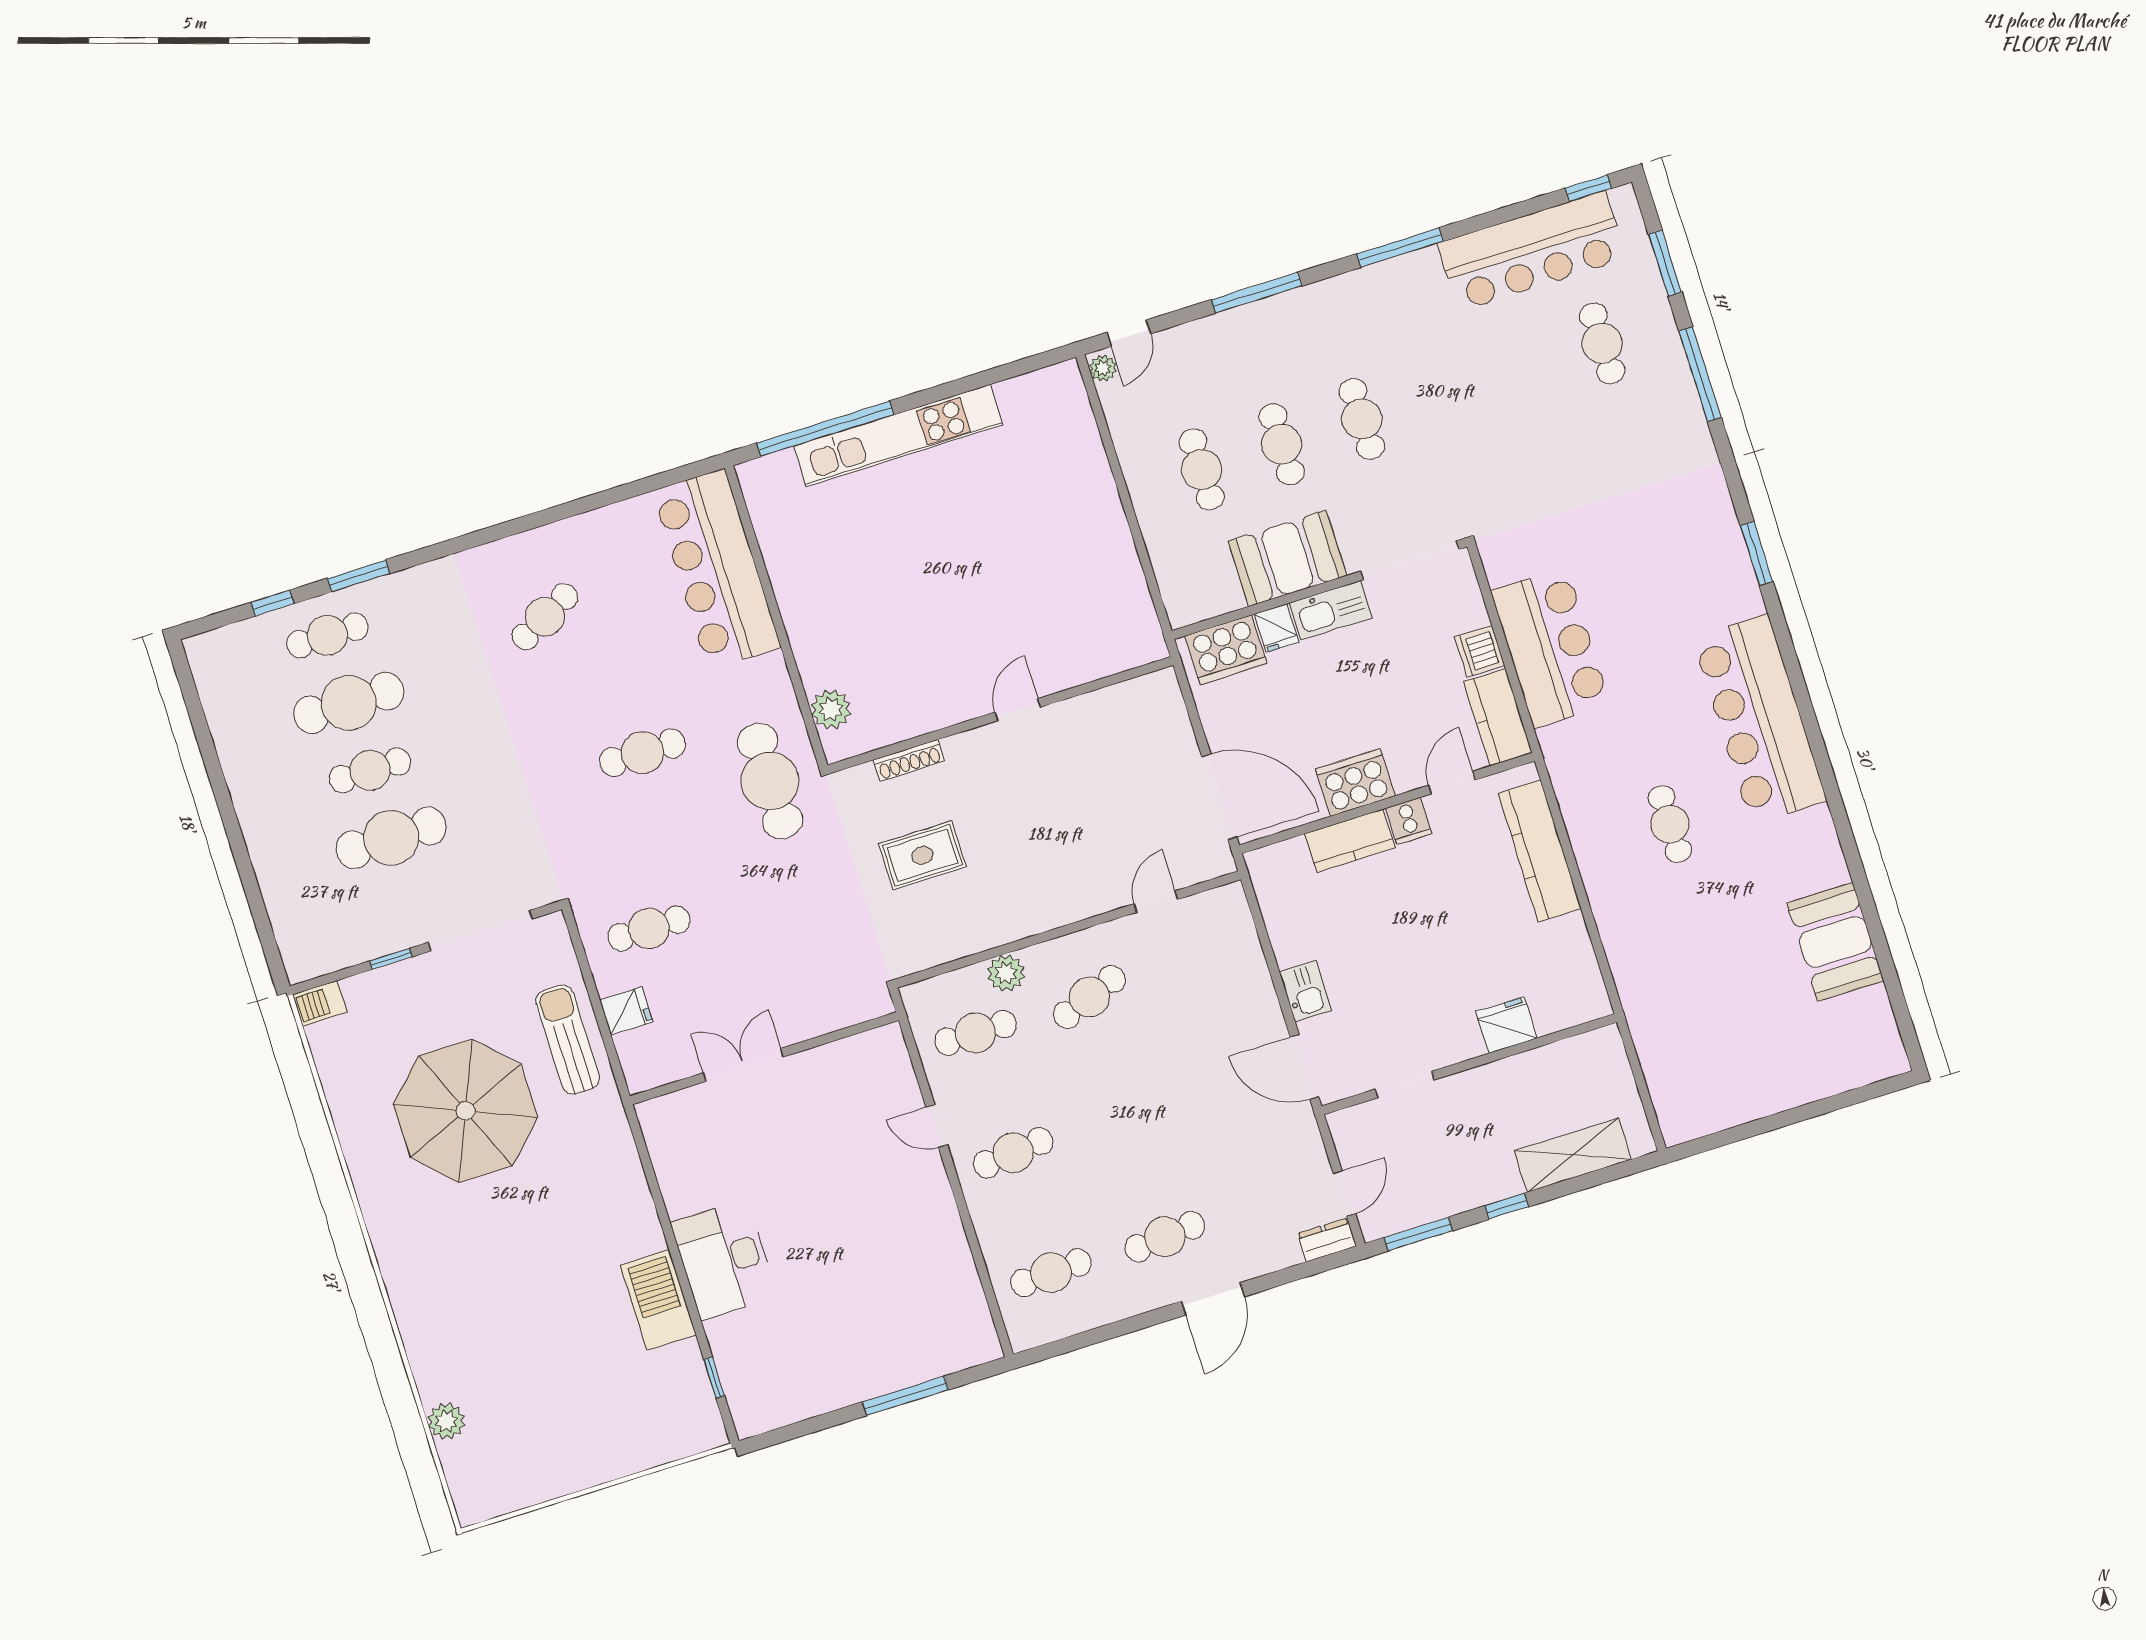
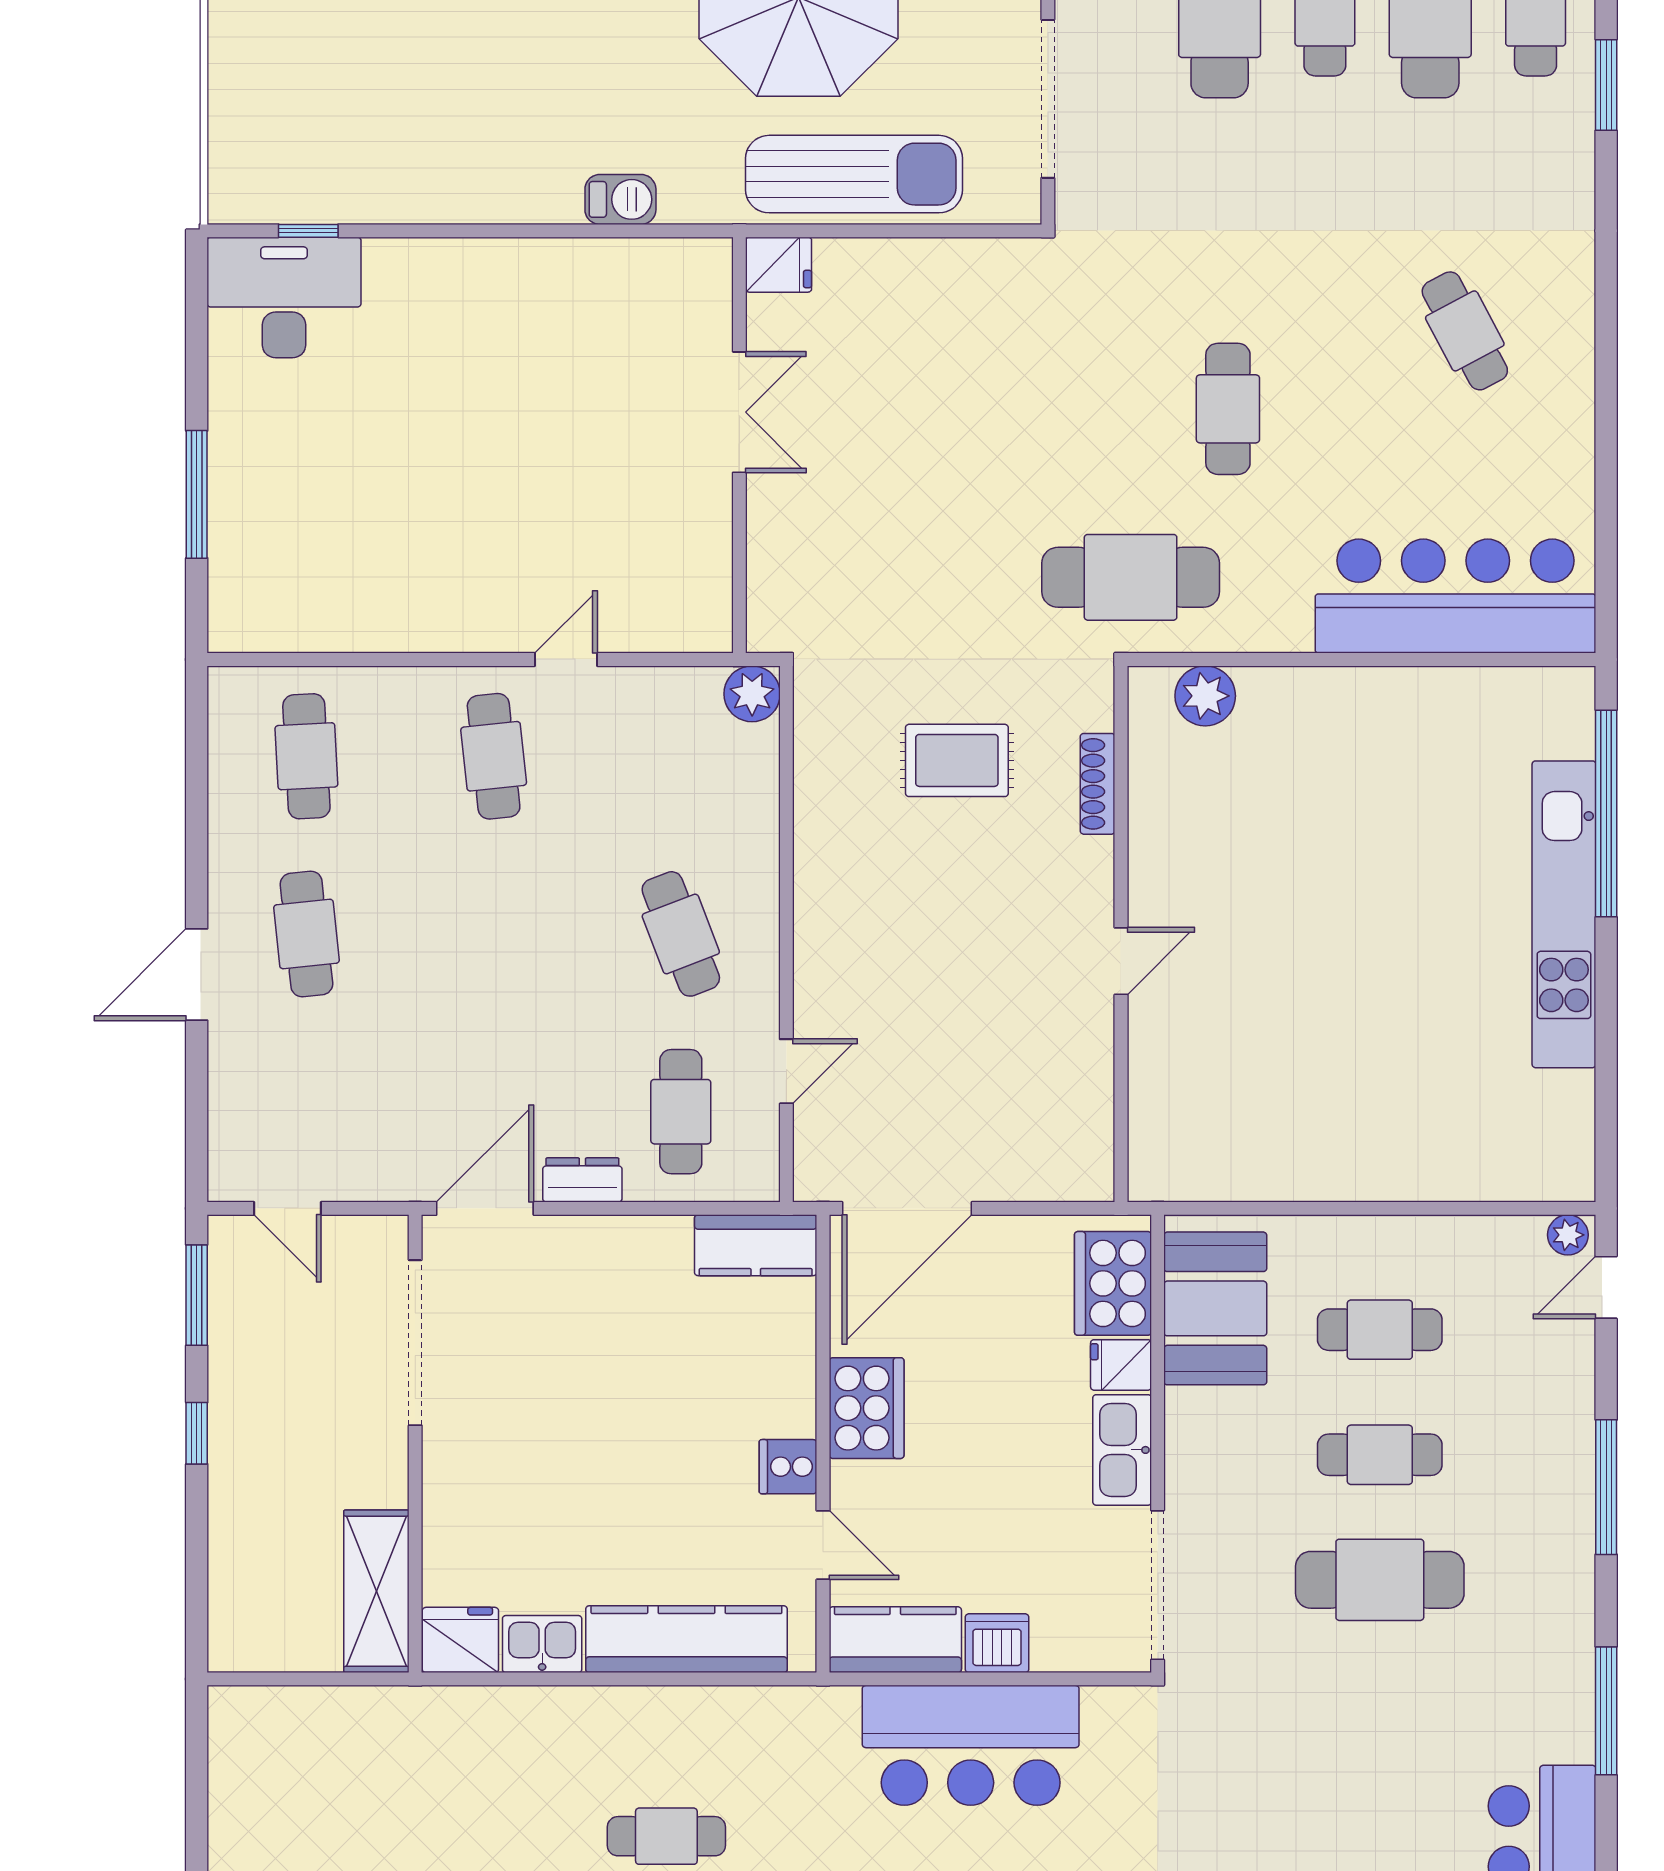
door: (1129, 333) -> (1606, 1287), hinge flipped
cafe table: (1362, 419) -> (1380, 1580), width x1.37, depth x1.35
booth: (1287, 558) -> (1215, 1308), moved
door: (1018, 710) -> (1121, 961), hinge flipped
kitchen counter: (1350, 841) -> (756, 1245), moved, turned -90
rug: (922, 855) -> (957, 760), turned 90
door: (1156, 902) -> (786, 1071), hinge flipped
cafe table: (649, 928) -> (975, 339), removed
plant: (1006, 973) -> (752, 694), moved
kitchen sink: (1305, 991) -> (542, 1644), moved, turned 180
fridge: (626, 1011) -> (779, 265), moved, turned -90
fridge: (1507, 1025) -> (460, 1640), moved, turned -90
cafe table: (975, 1033) -> (681, 1112), moved
sun lounger: (568, 1040) -> (854, 174), width x1.36, depth x1.34
doorway: (1405, 1085) -> (415, 1343), width x1.87
shelving: (1573, 1155) -> (376, 1591), moved
dresser: (1327, 1240) -> (582, 1180), moved, turned -90
desk: (724, 1260) -> (284, 297), moved
door: (1213, 1299) -> (197, 974), hinge flipped
barbecue: (658, 1300) -> (620, 199), moved, width x0.53, depth x0.65

